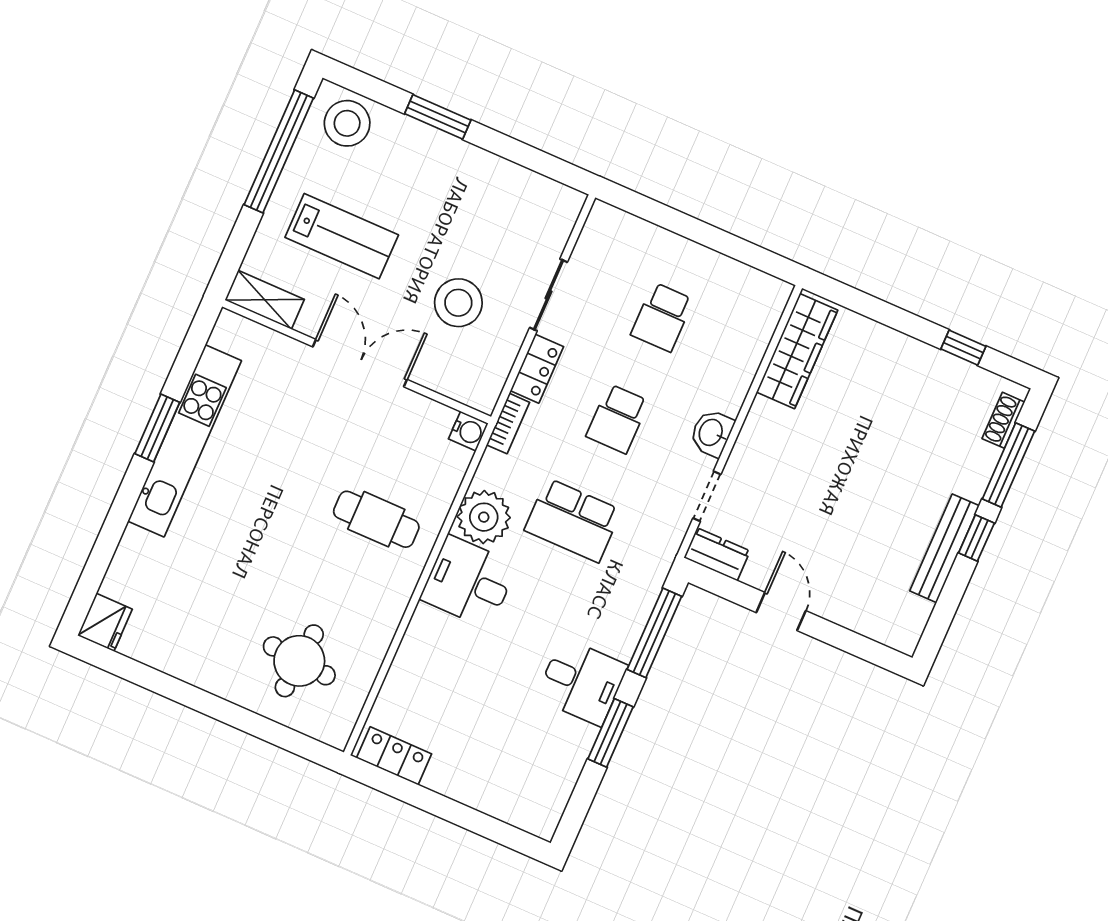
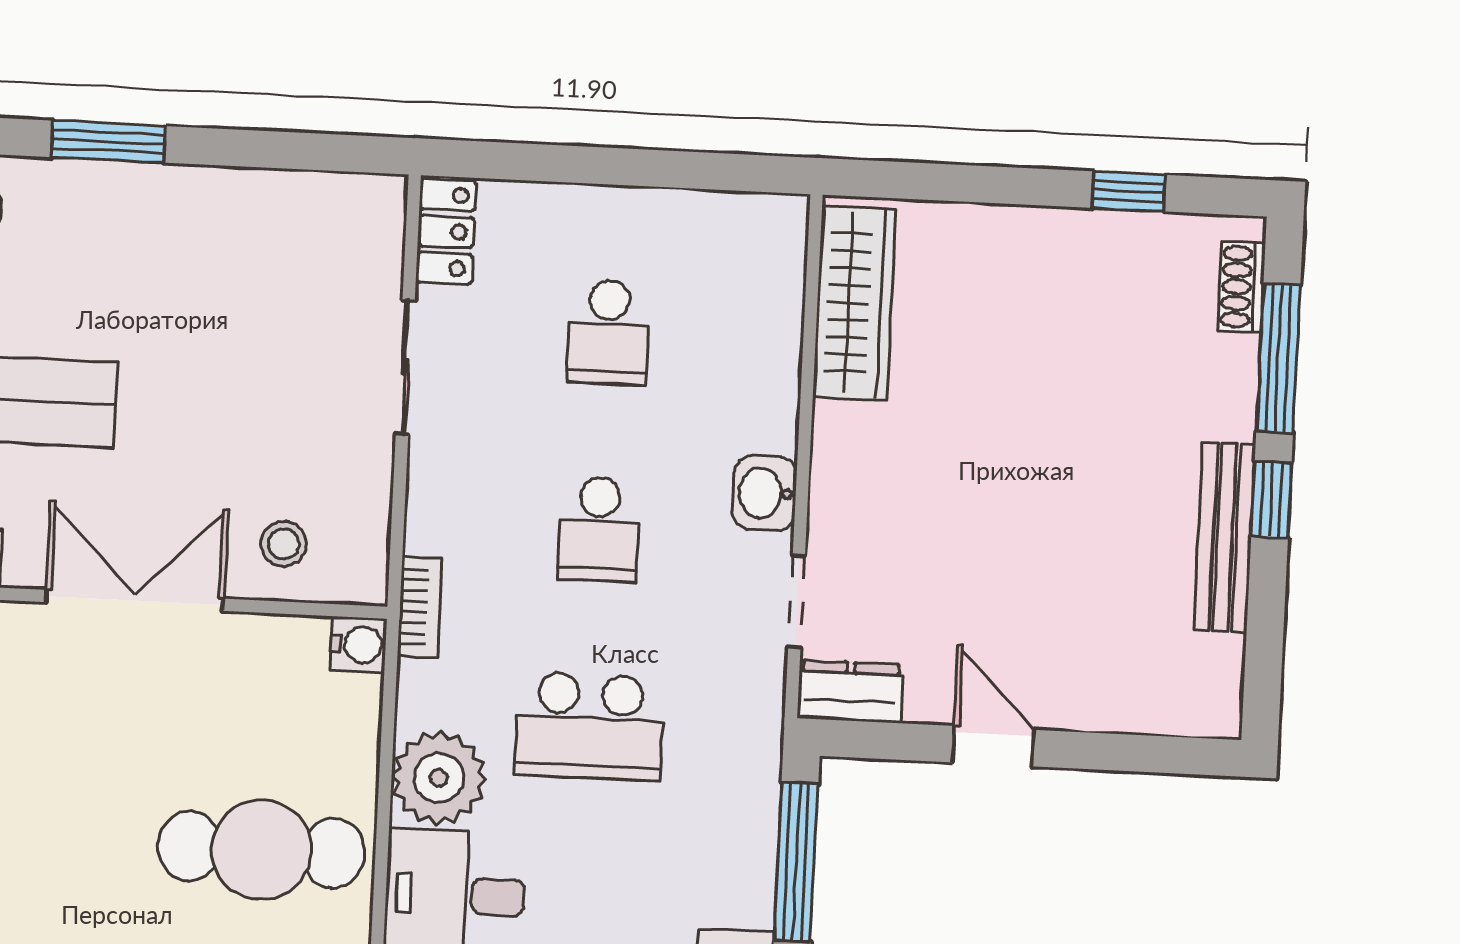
stool: (458, 303) -> (284, 544), moved, width x0.53, depth x0.53
locker: (537, 369) -> (446, 231), moved
cafe table: (376, 519) -> (261, 850), width x1.37, depth x1.35

